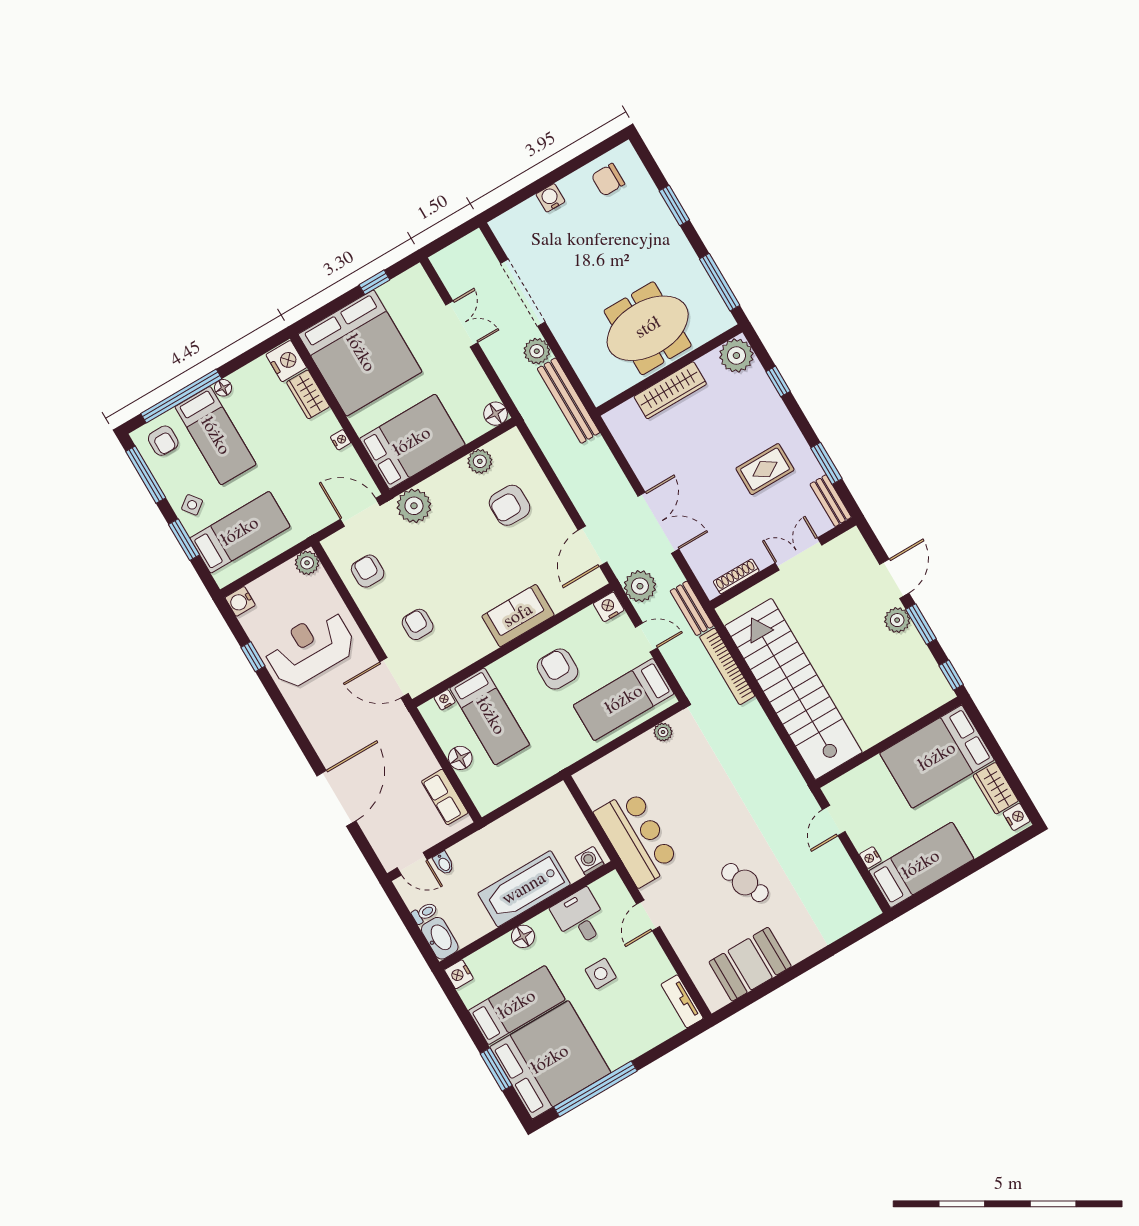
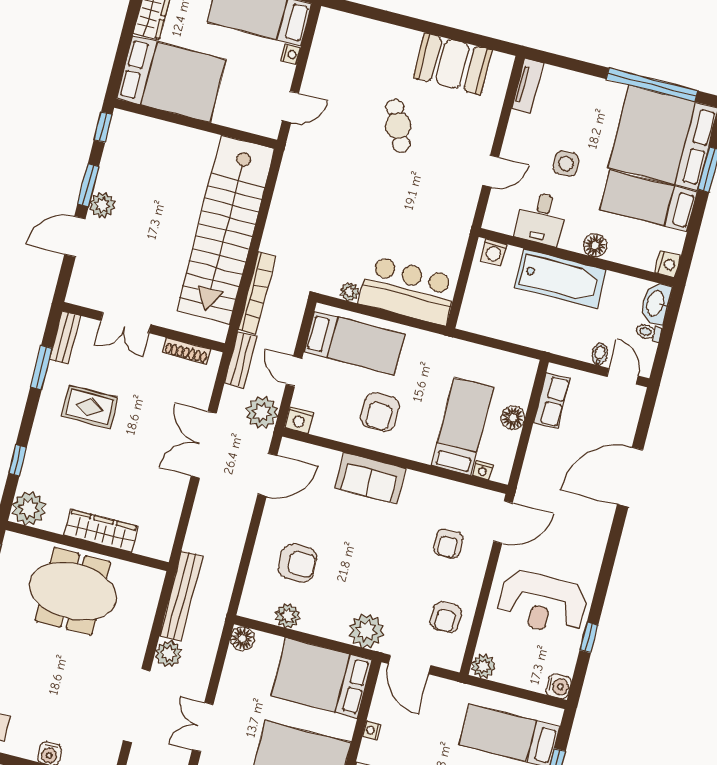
door: (394, 678) -> (503, 522), hinge flipped
bar counter: (637, 838) -> (408, 290), moved, turned 90

